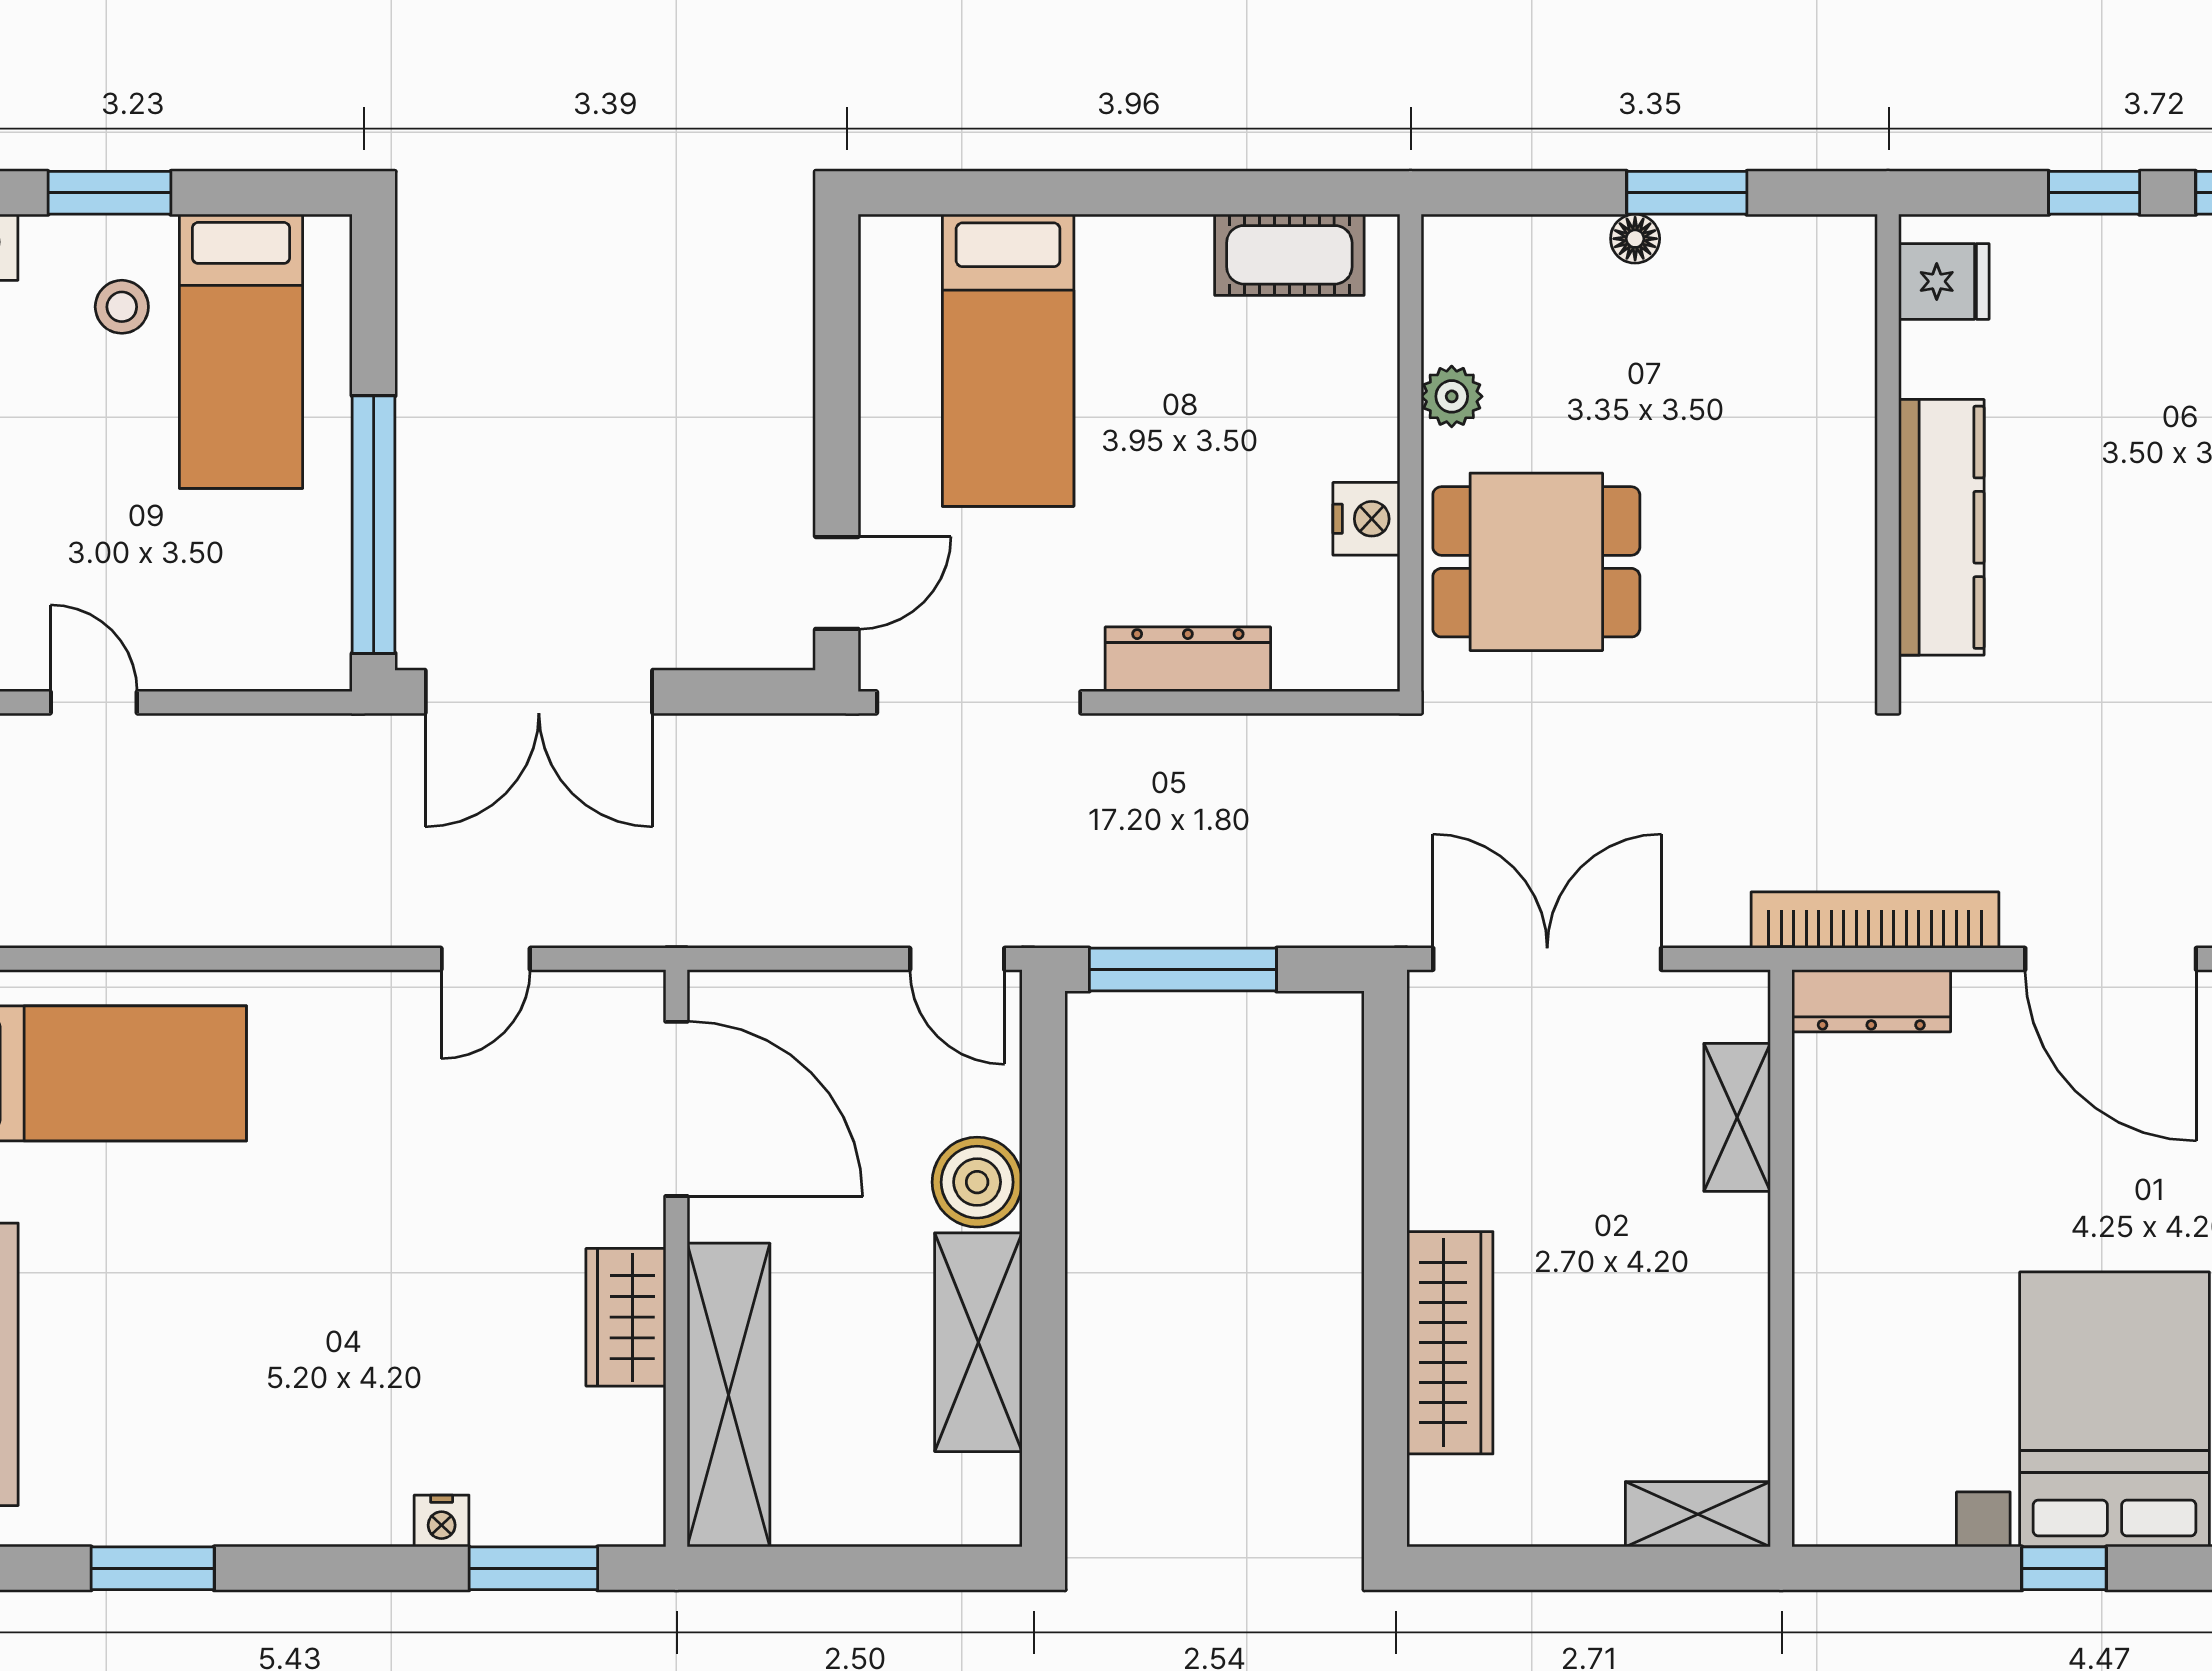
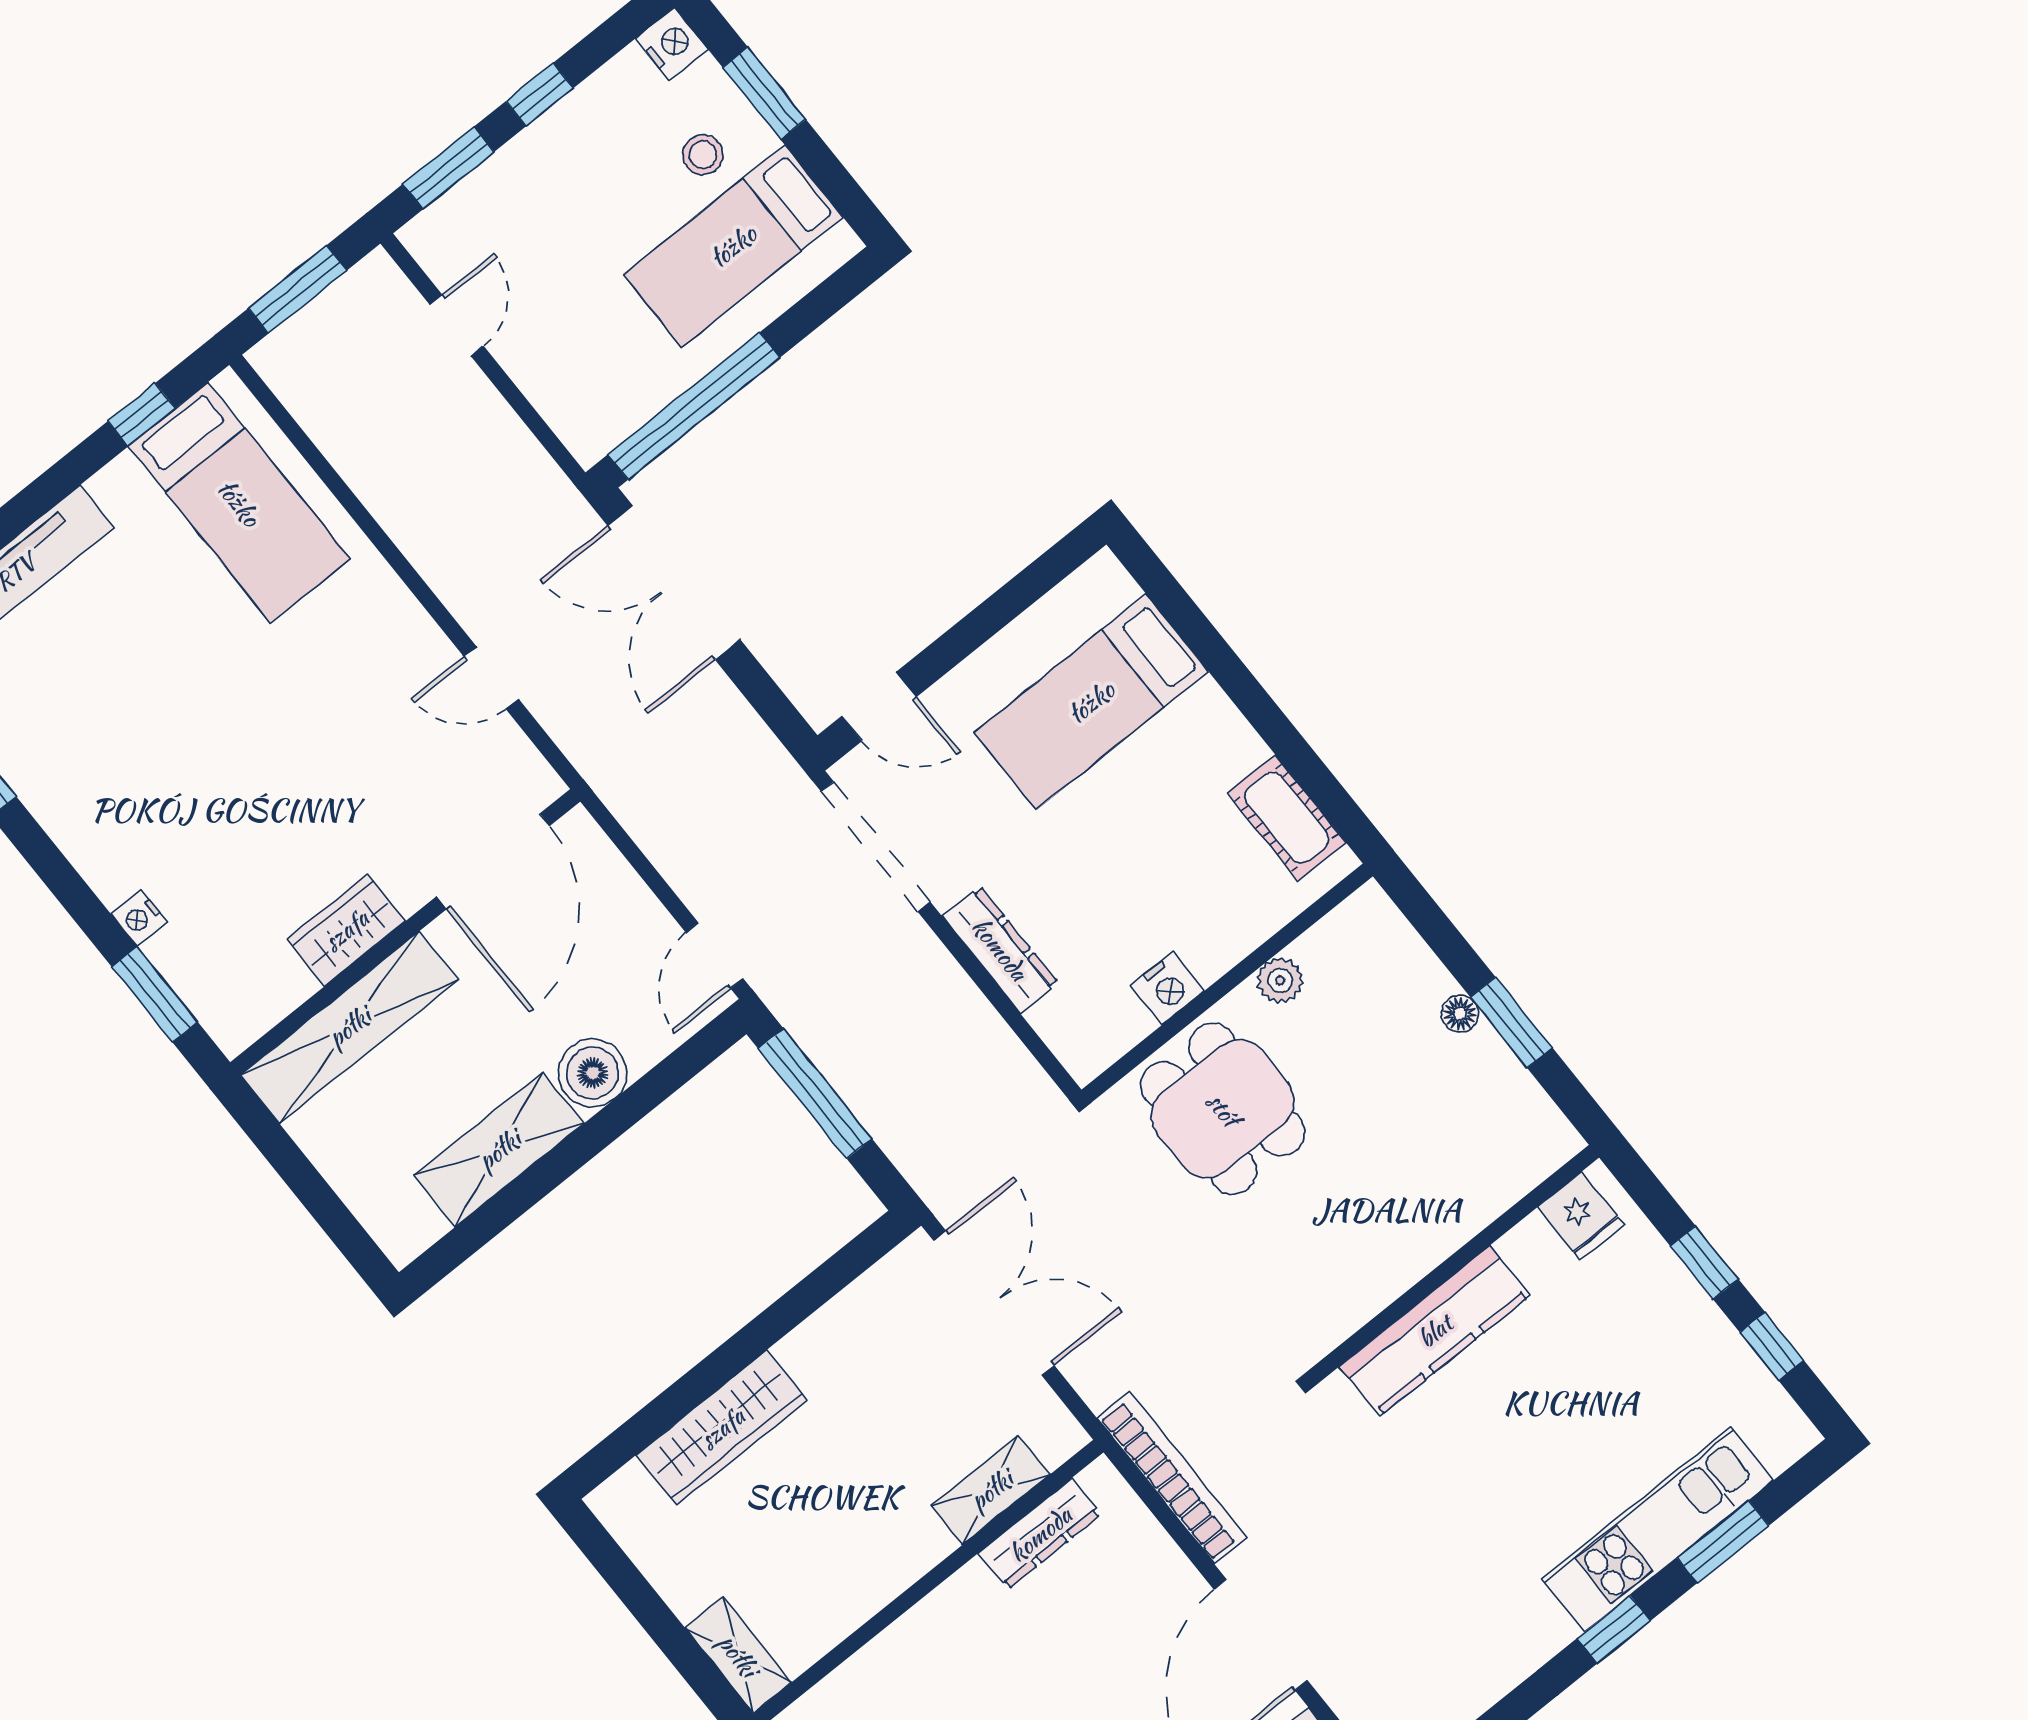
dresser: (1871, 1001) -> (1040, 1534), moved, turned -90

